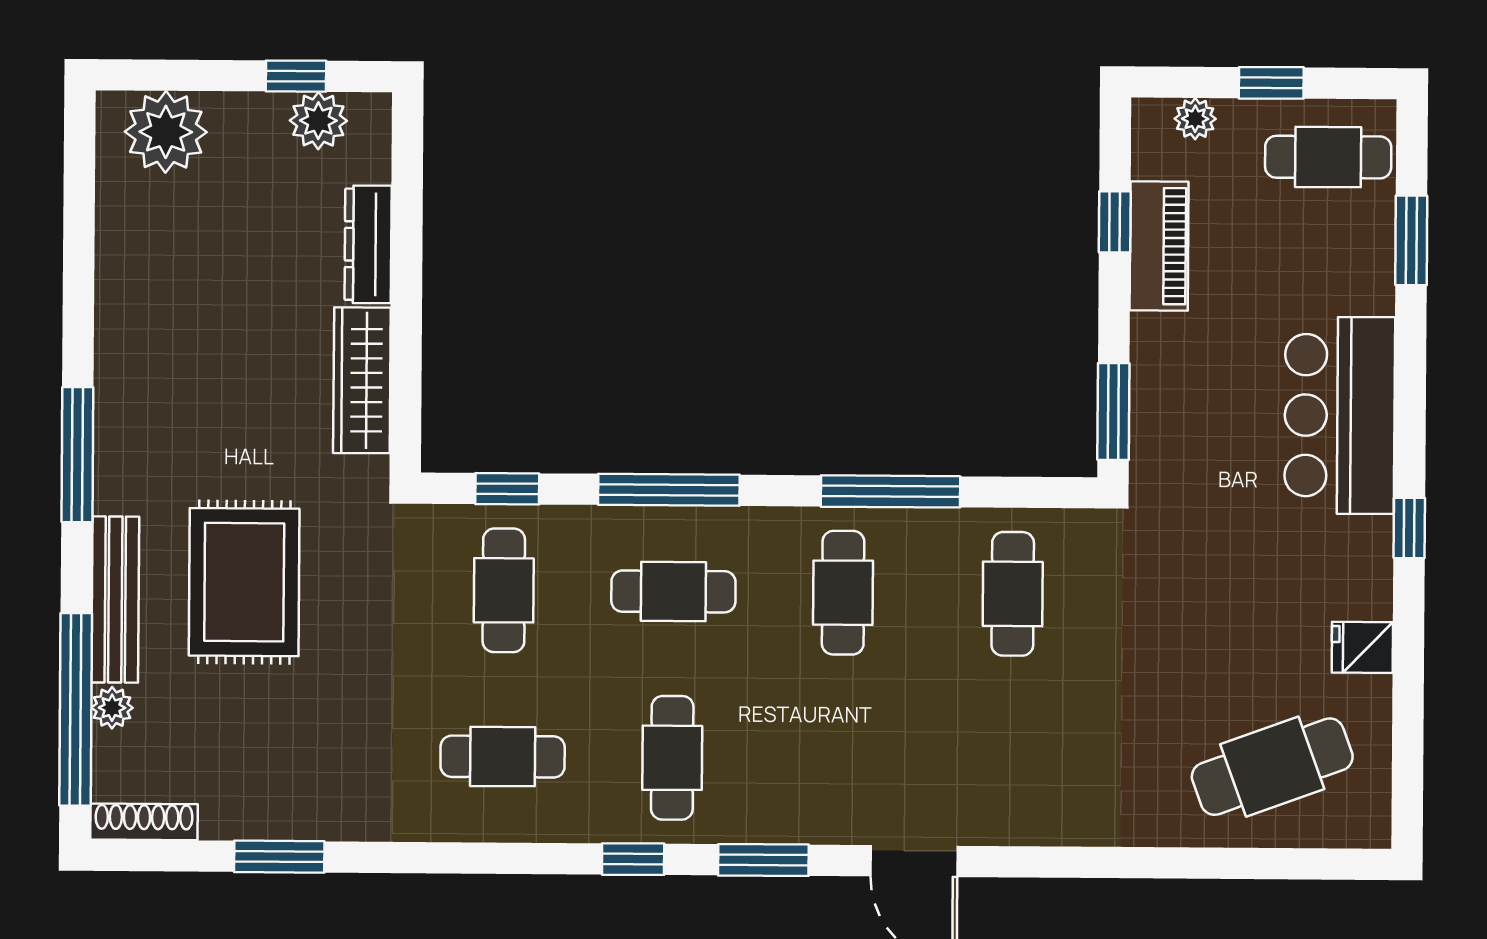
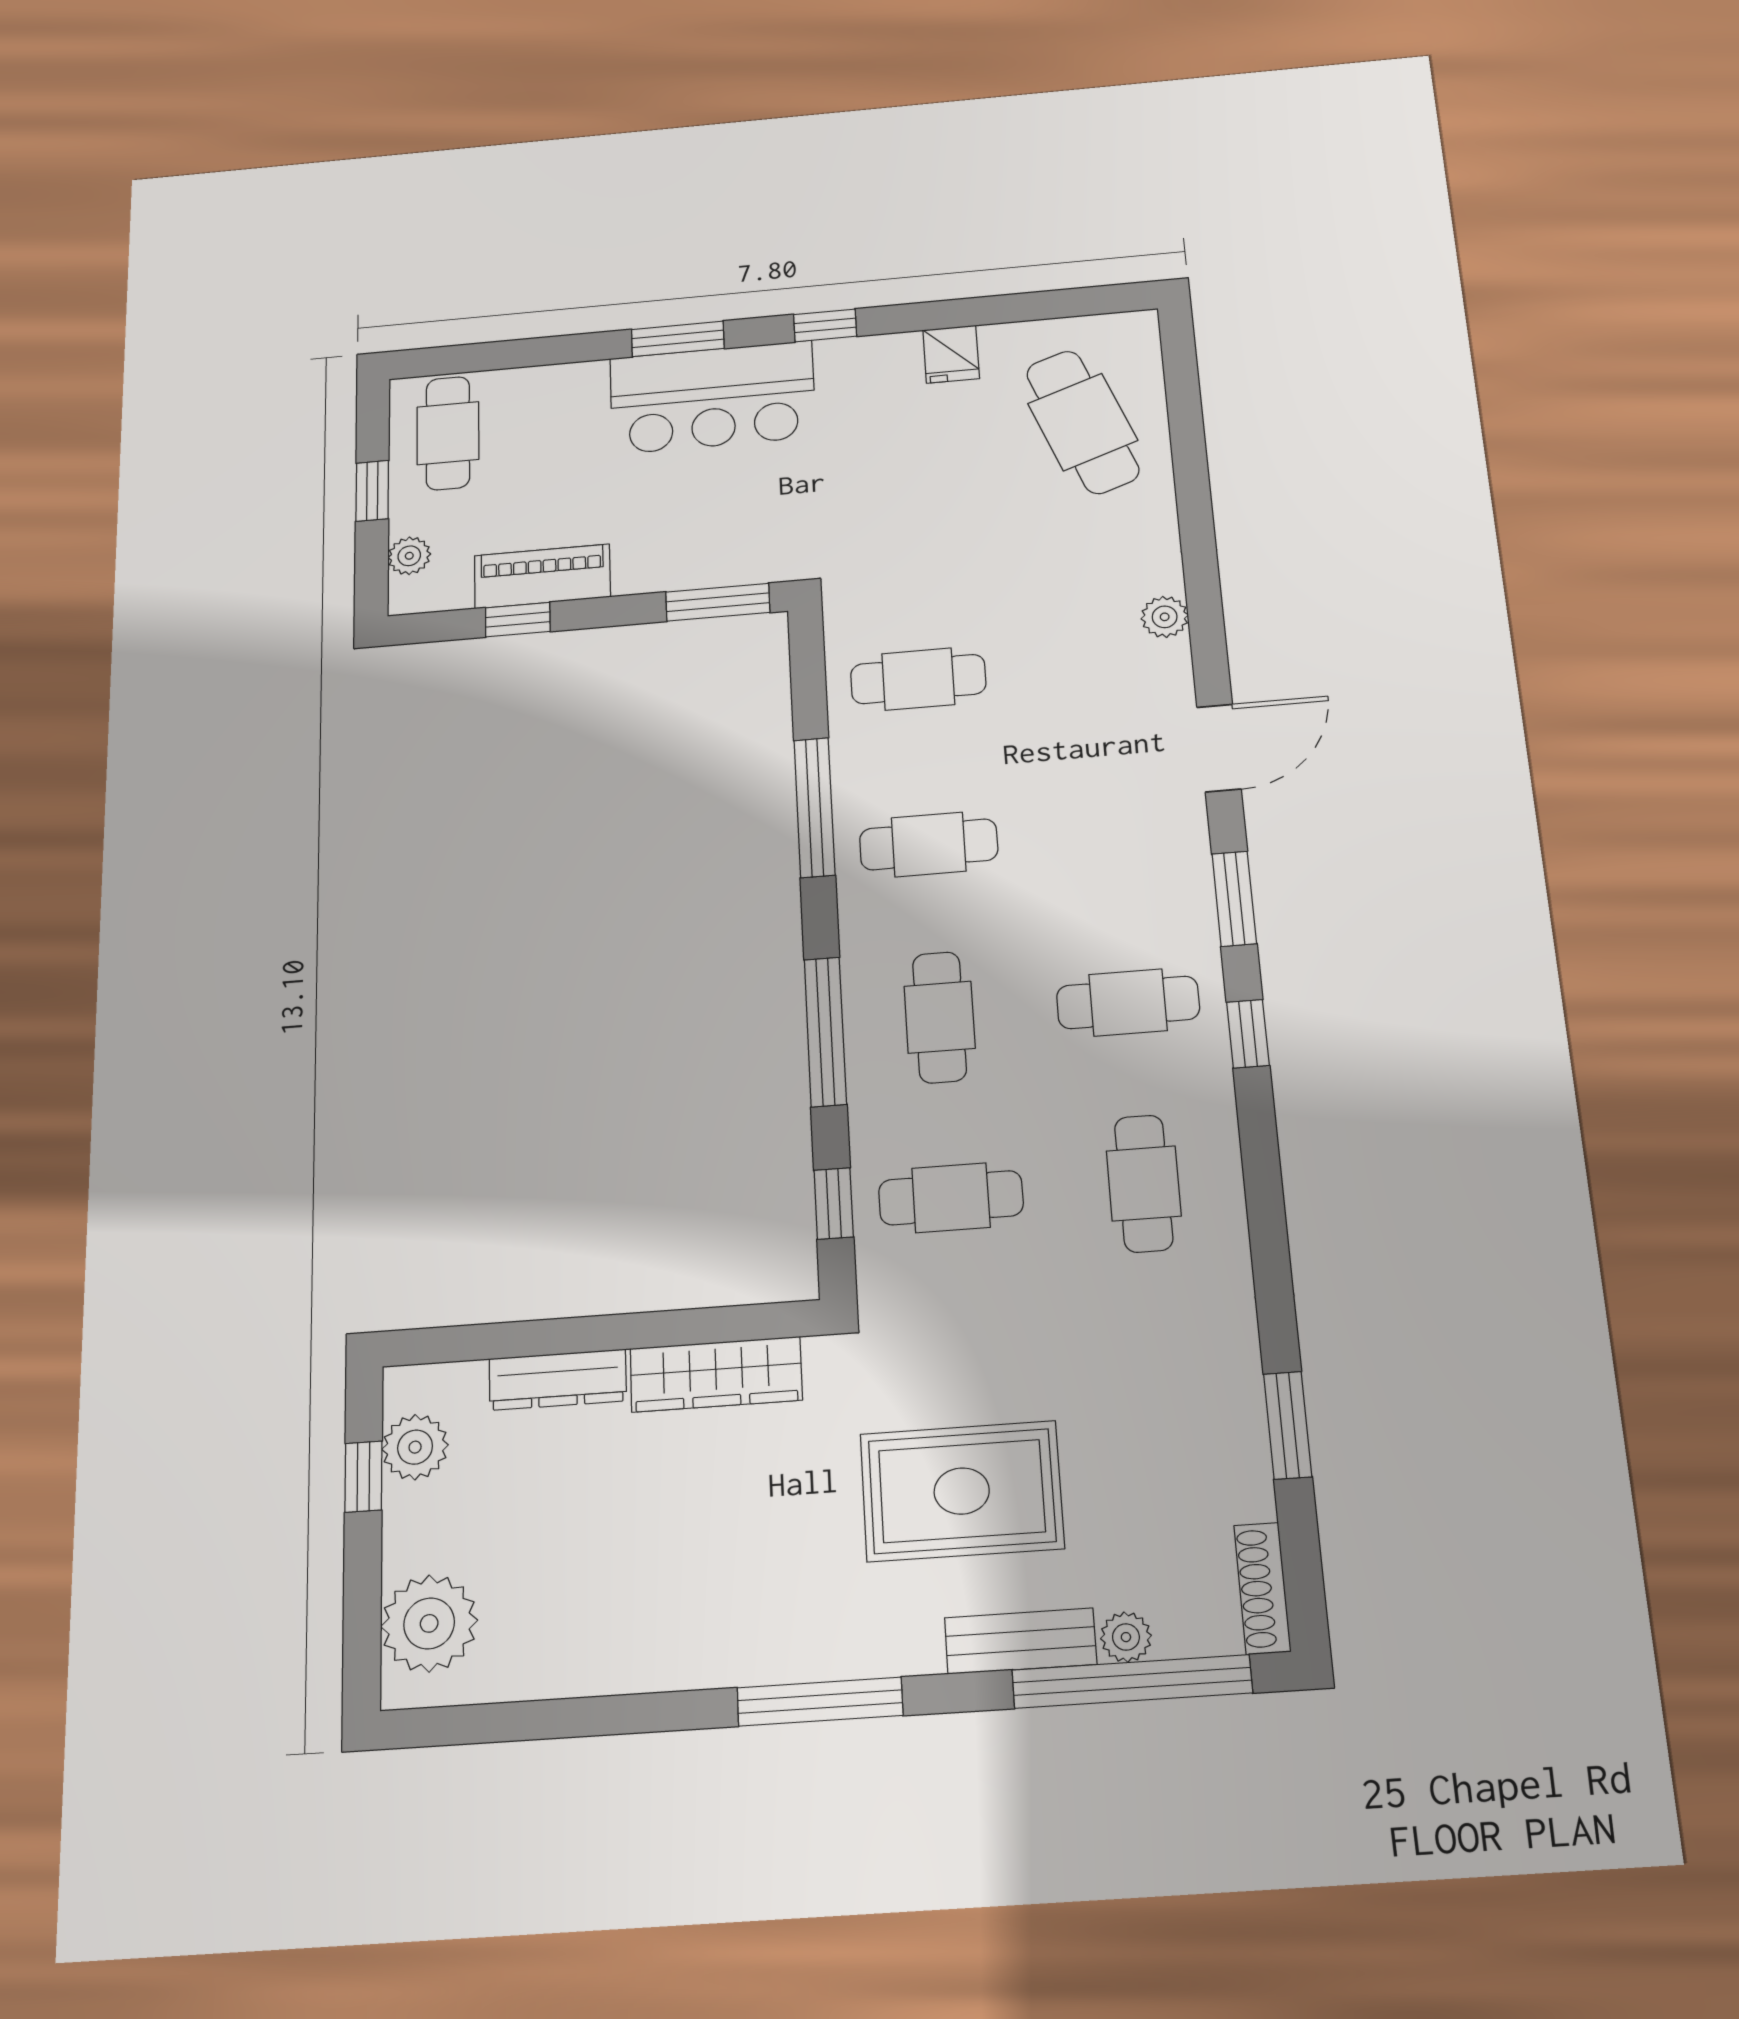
window: (1411, 240) -> (678, 339), moved
bench: (115, 600) -> (1021, 1641), width x0.73
plant: (1054, 825) -> (1165, 617), added

